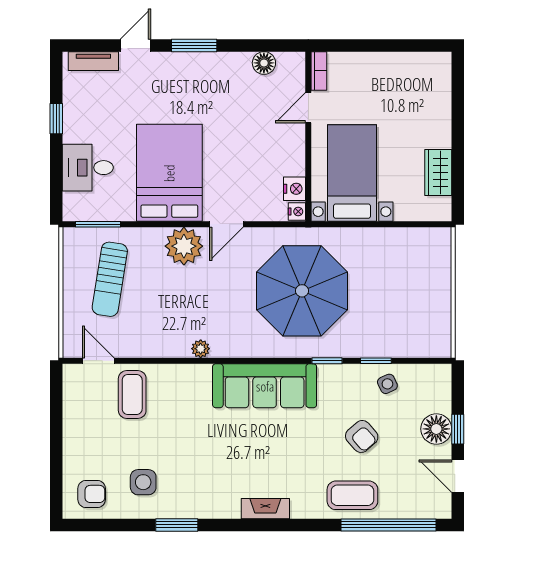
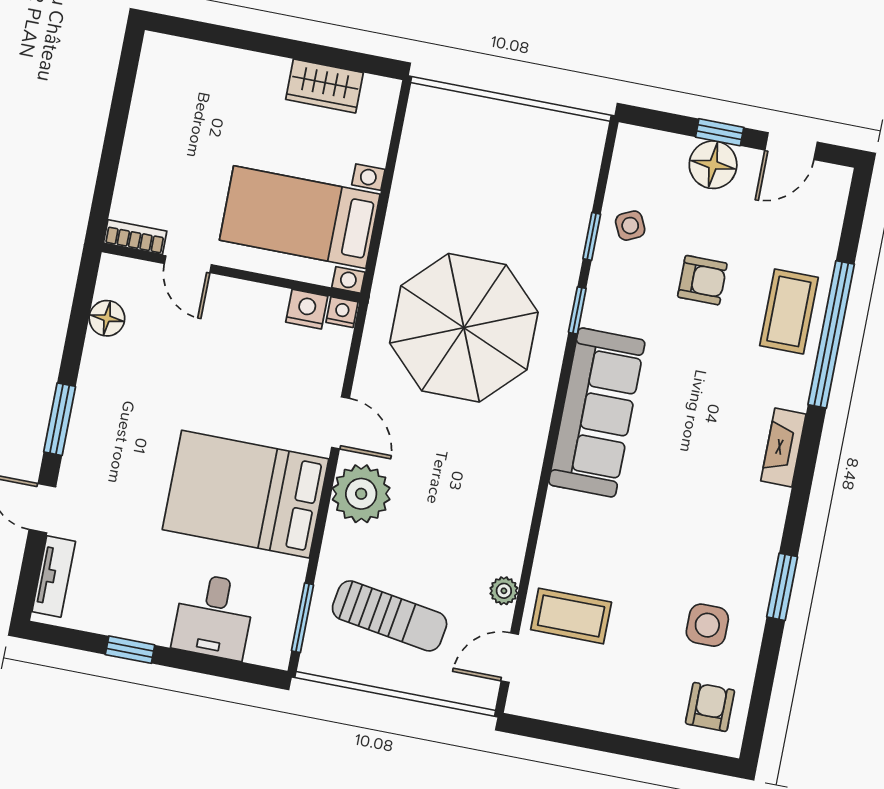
plant: (201, 349) -> (504, 591), moved
armchair: (362, 436) -> (702, 280), turned 41
window: (388, 525) -> (831, 334), moved

